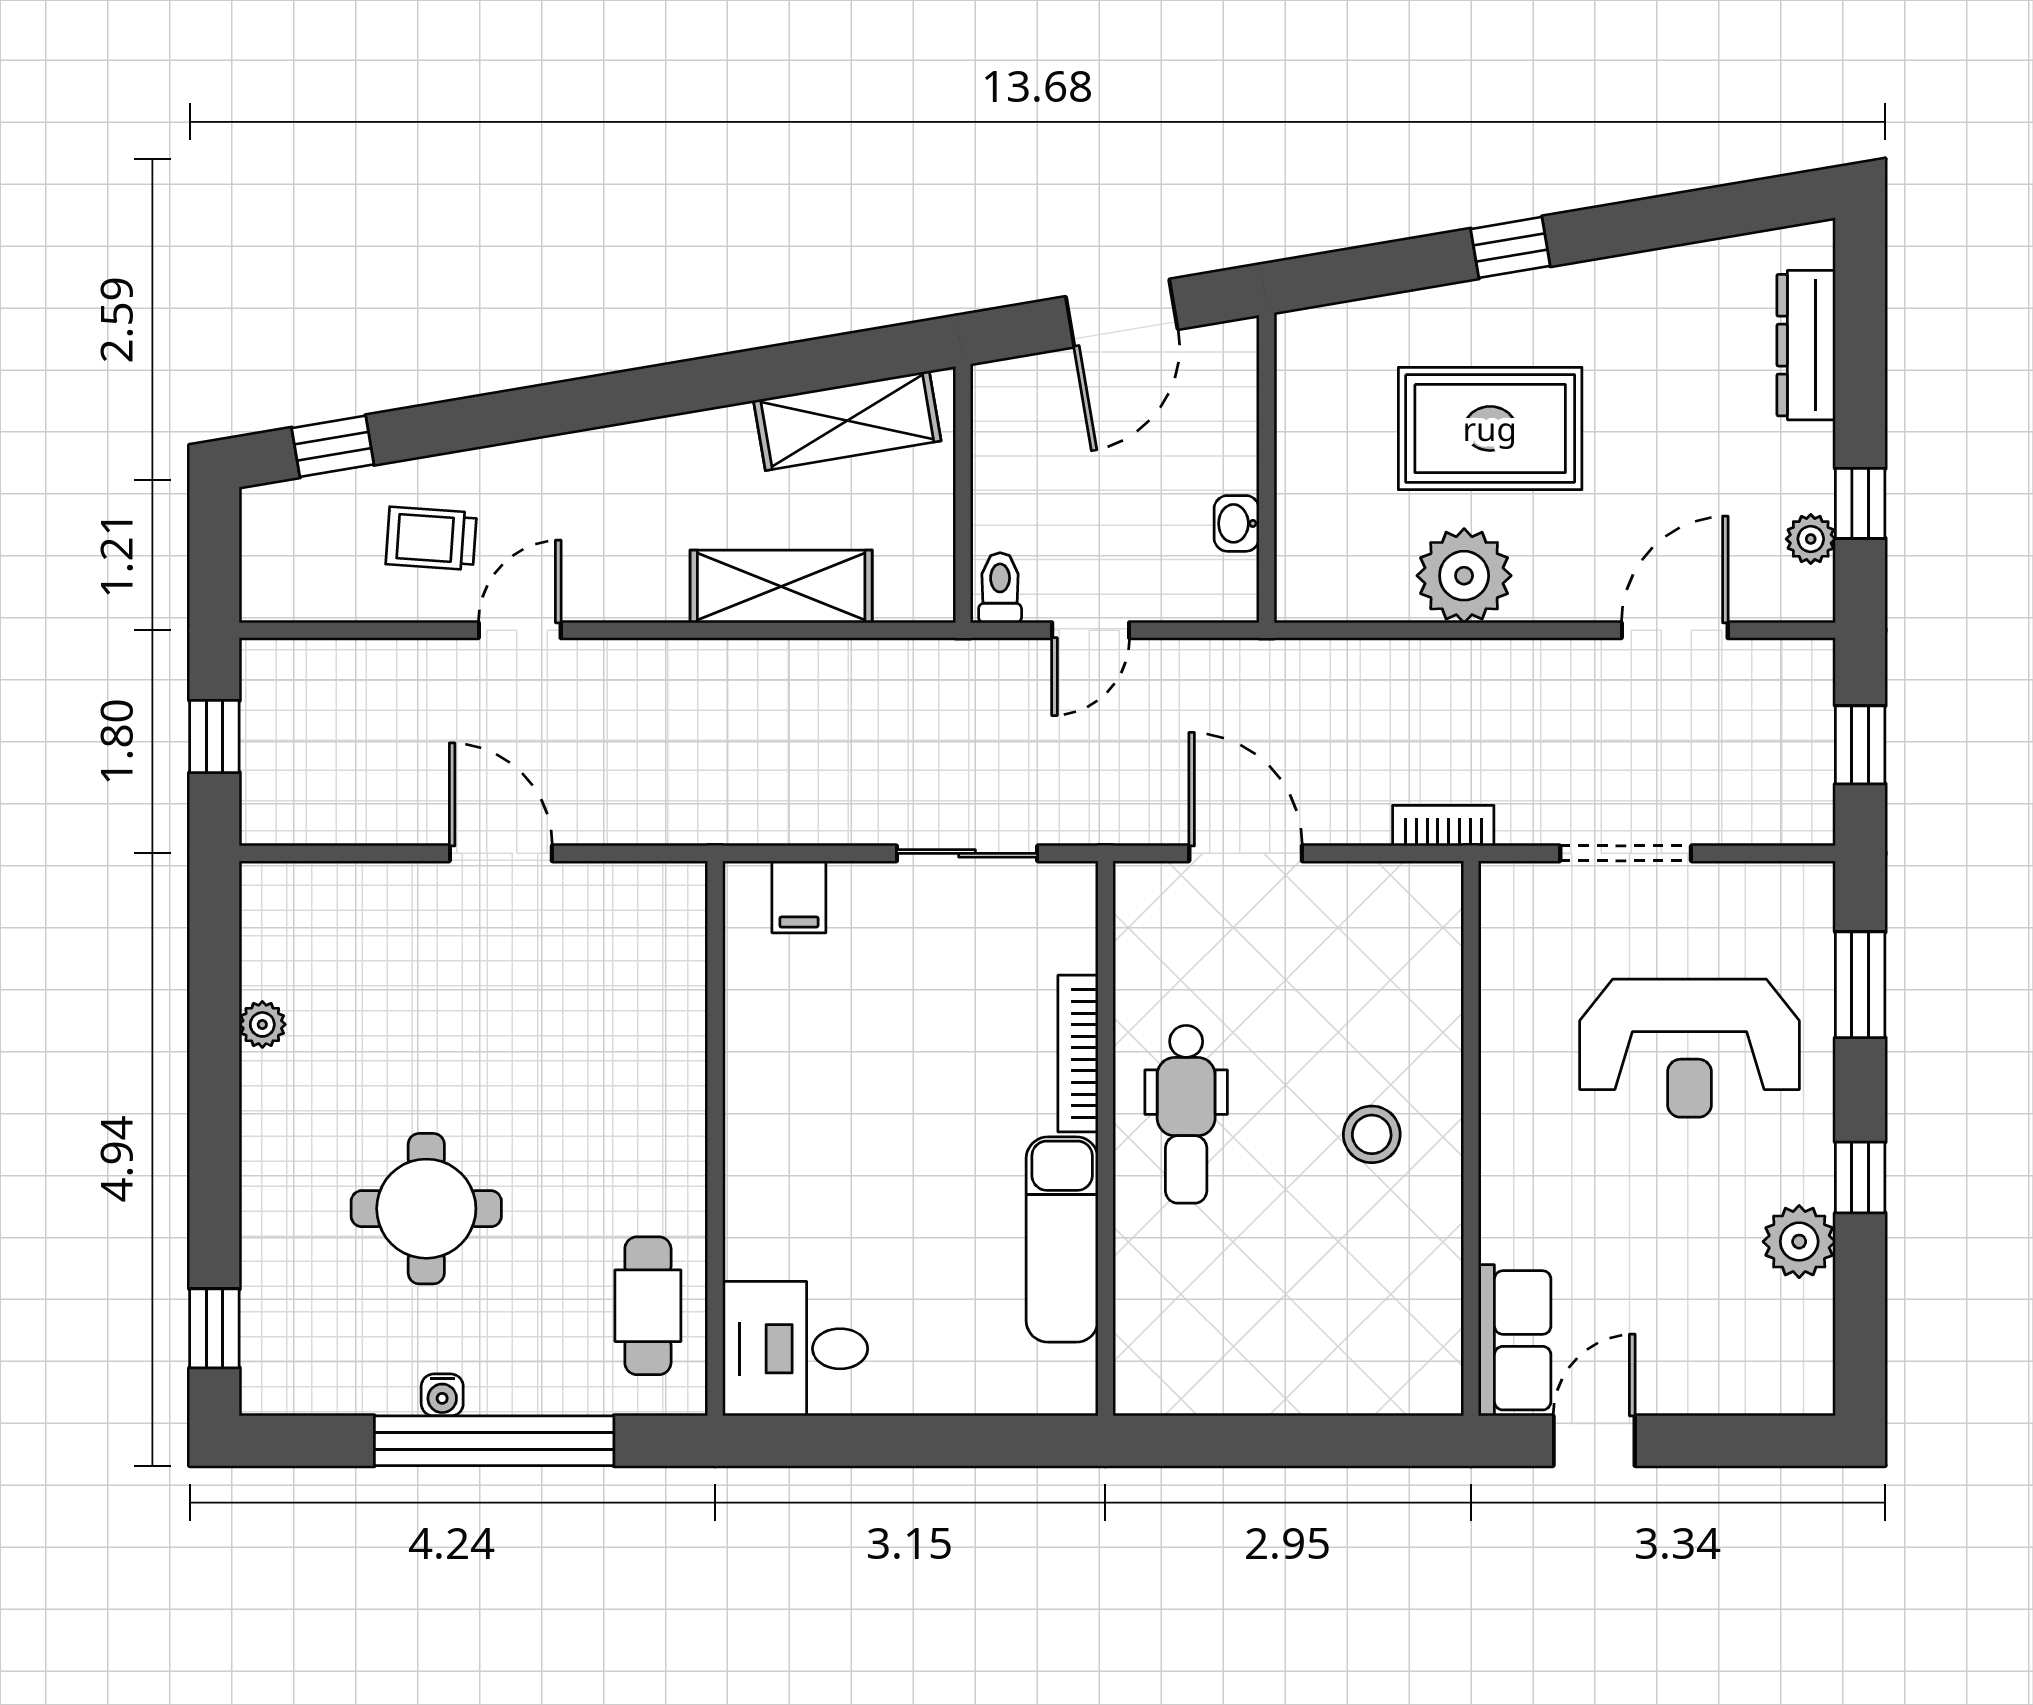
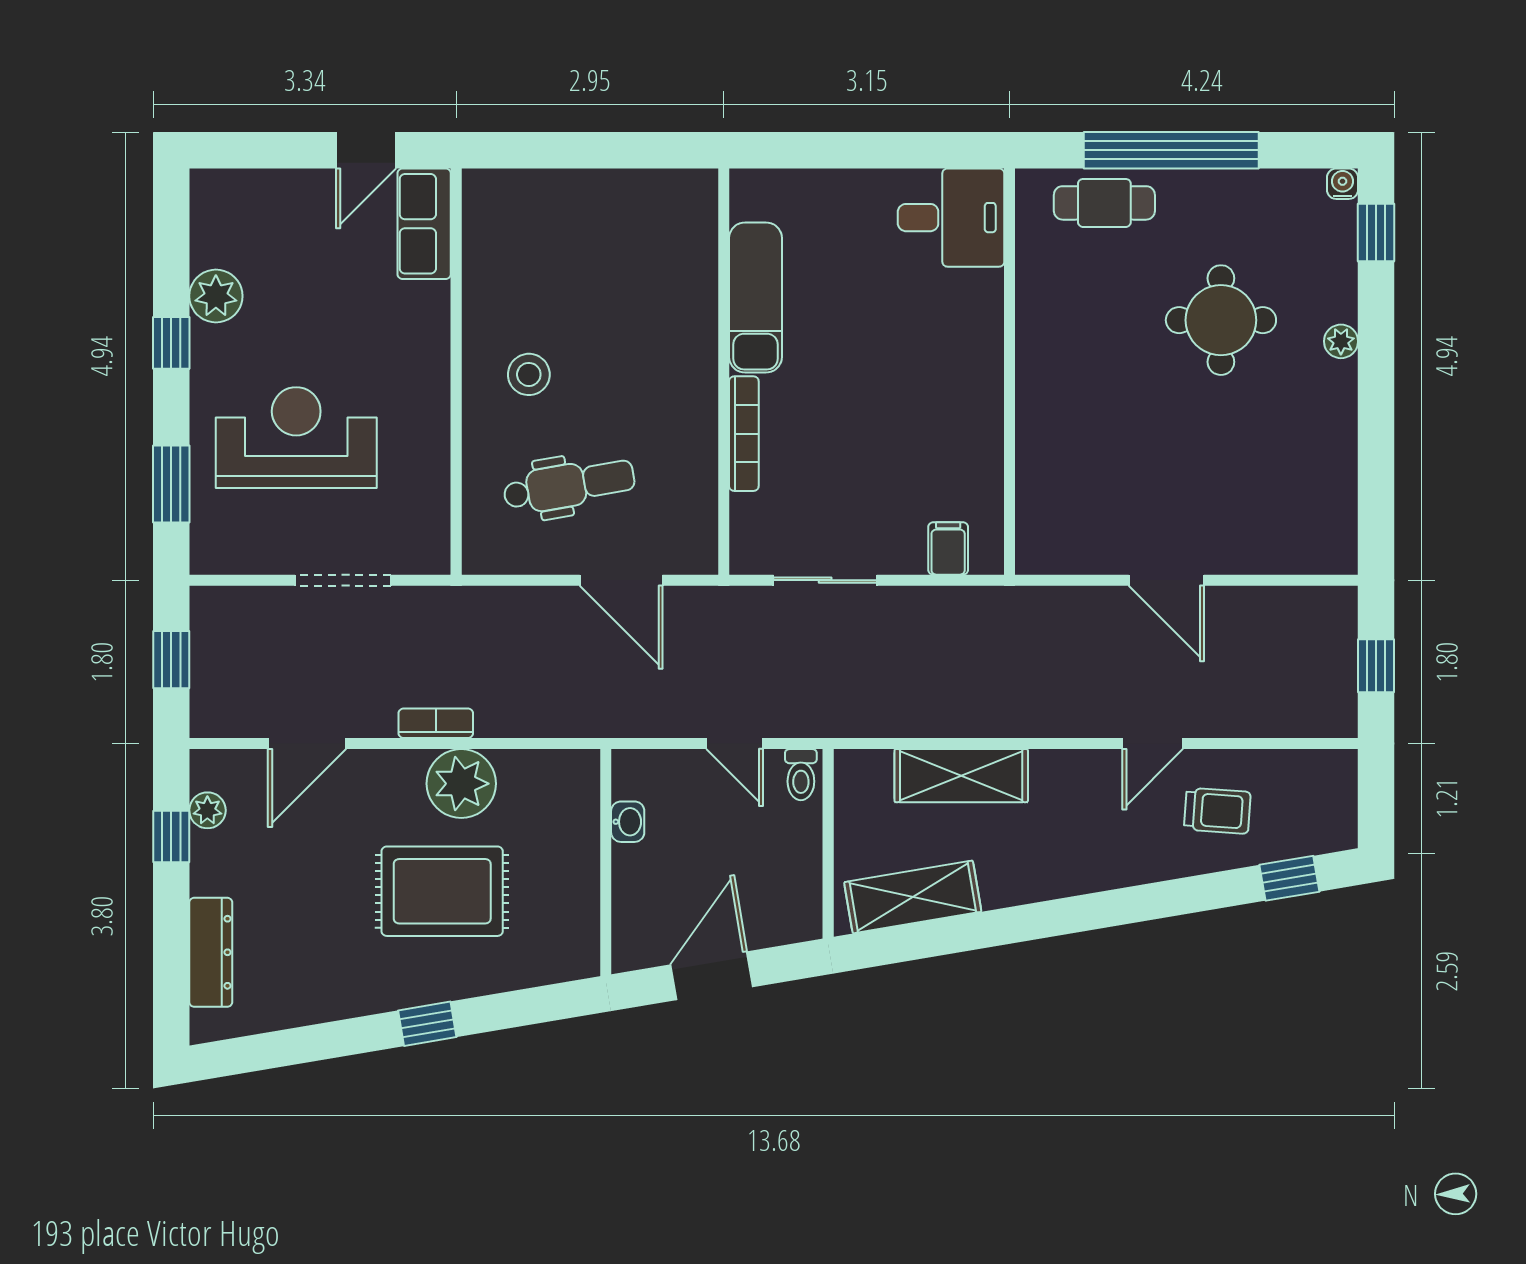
door: (1091, 630) -> (735, 744), swing flipped
bookcase: (1443, 826) -> (436, 723), moved, turned 180
plant: (262, 1024) -> (1341, 341), moved
dental chair: (1186, 1114) -> (569, 485), moved, turned 80
cafe table: (648, 1306) -> (1104, 203), moved, turned 90
water cooler: (442, 1395) -> (1342, 184), moved

